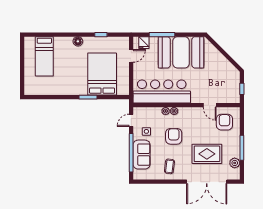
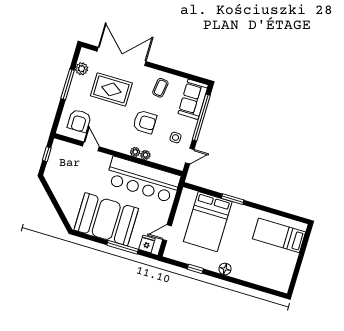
bed: (44, 56) -> (279, 235), moved, turned -90
armchair: (174, 136) -> (145, 122), turned -90
sofa: (142, 155) -> (193, 99), moved

